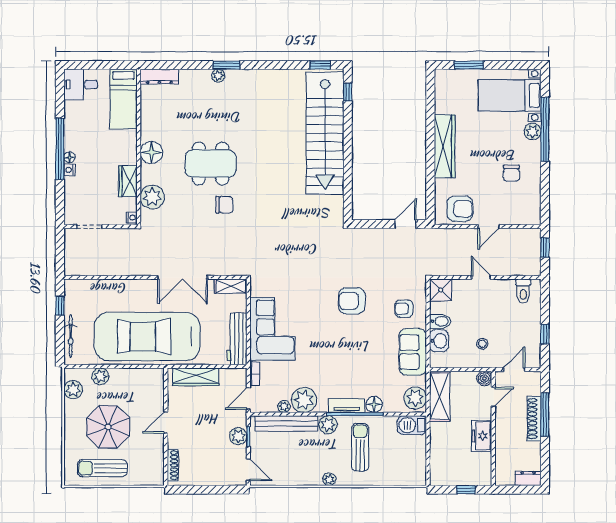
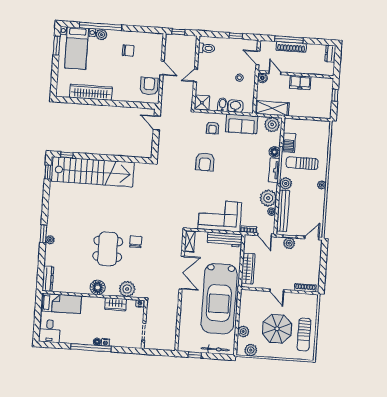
window: (469, 65) -> (57, 46), moved
wardrobe: (445, 146) -> (91, 92), moved
barbecue: (412, 425) -> (289, 143), moved

